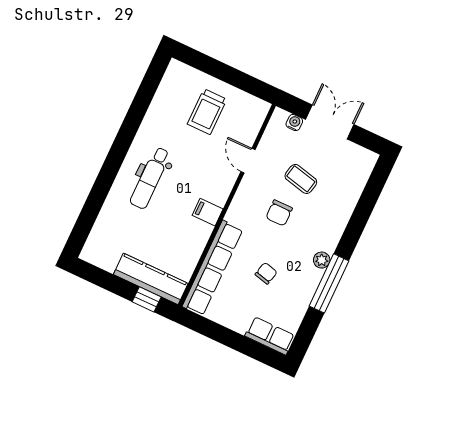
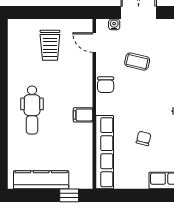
door: (248, 161) -> (94, 43), moved
chair: (279, 213) -> (106, 85), moved
kitchen counter: (151, 279) -> (41, 180), moved

